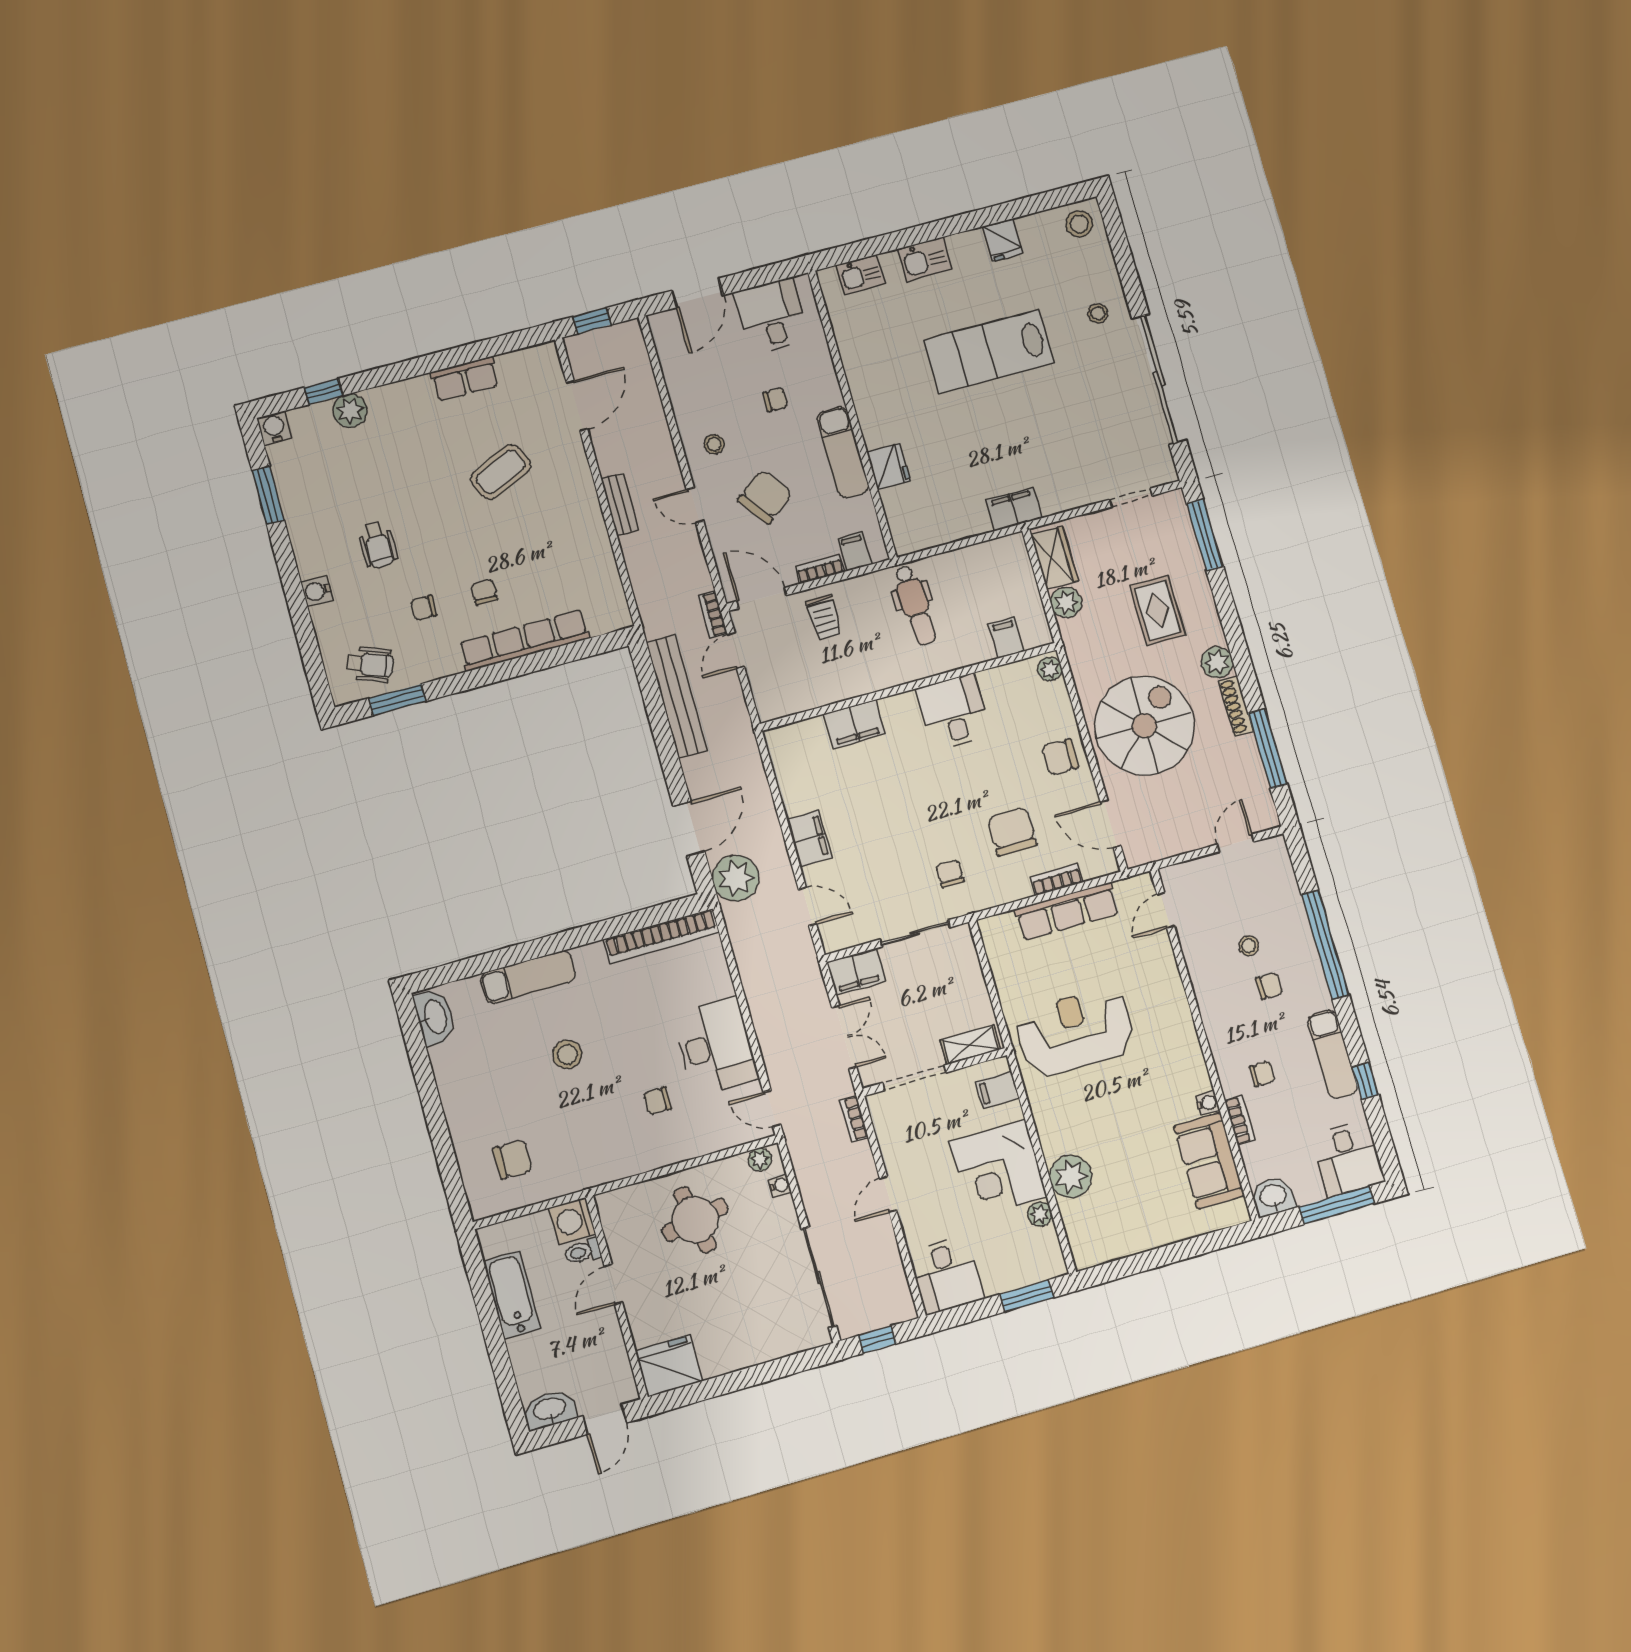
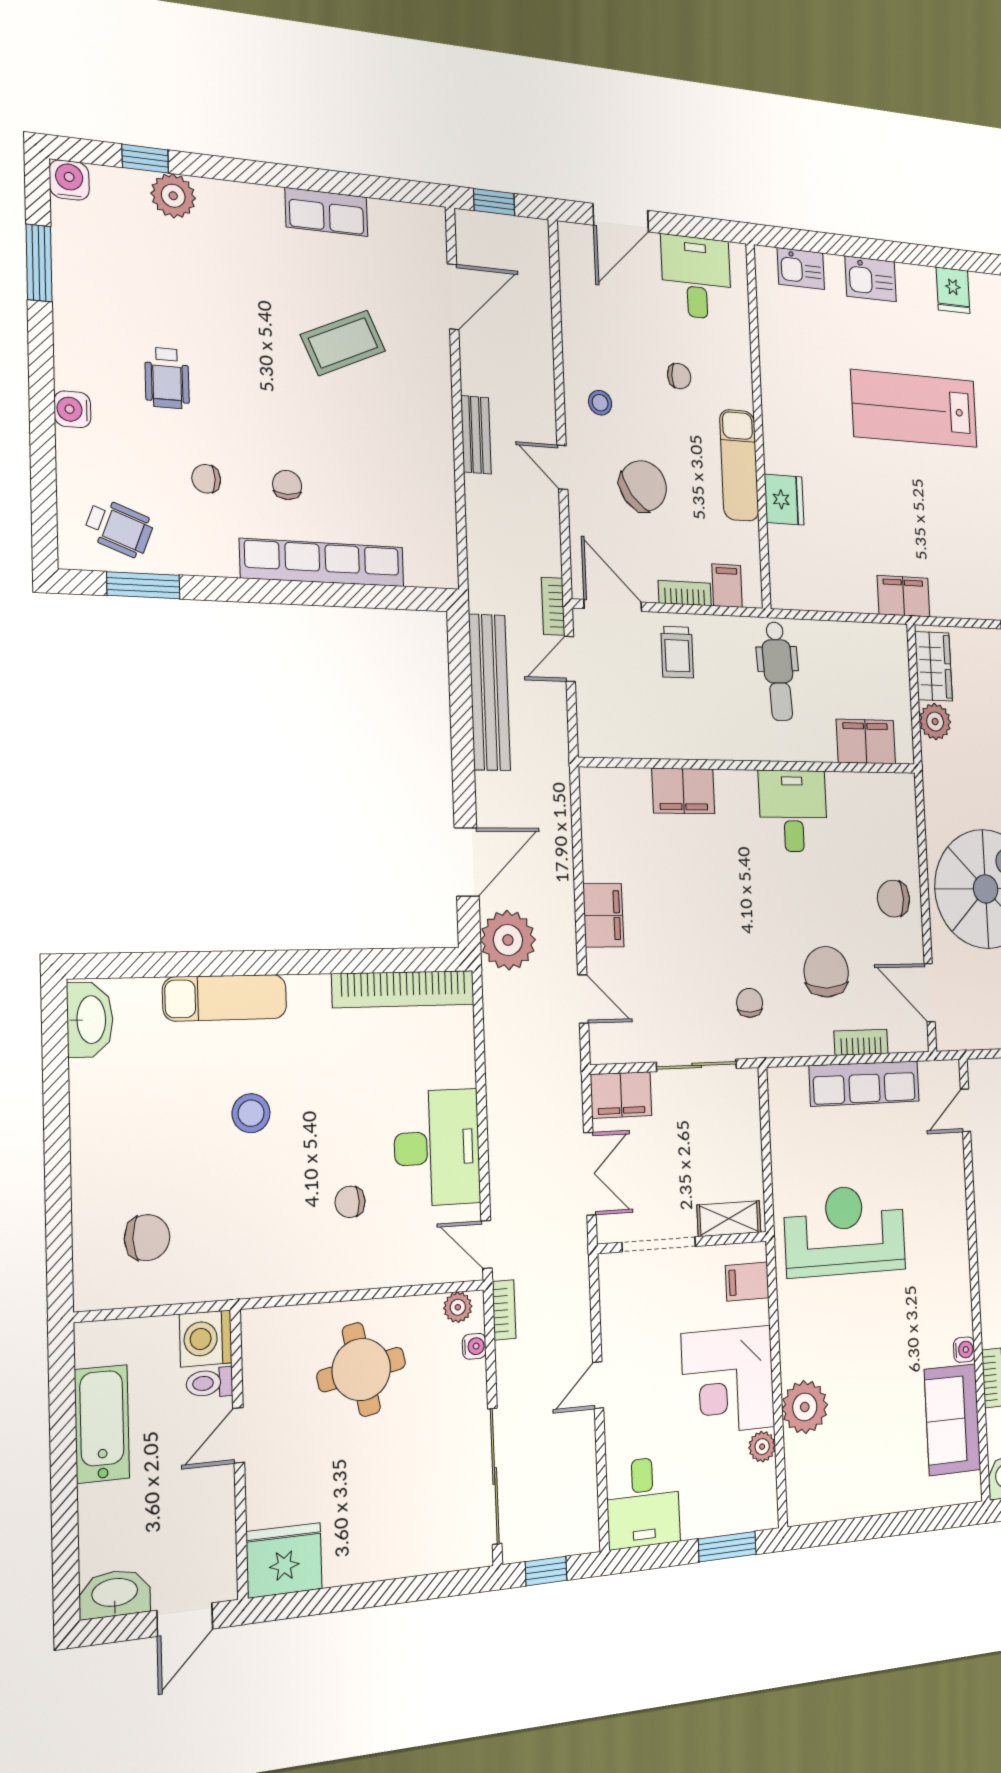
filing cabinet: (1006, 638) -> (866, 741), width x2.00
plant: (1050, 669) -> (903, 793), removed
bookcase: (854, 1119) -> (504, 1310), moved, turned 180

